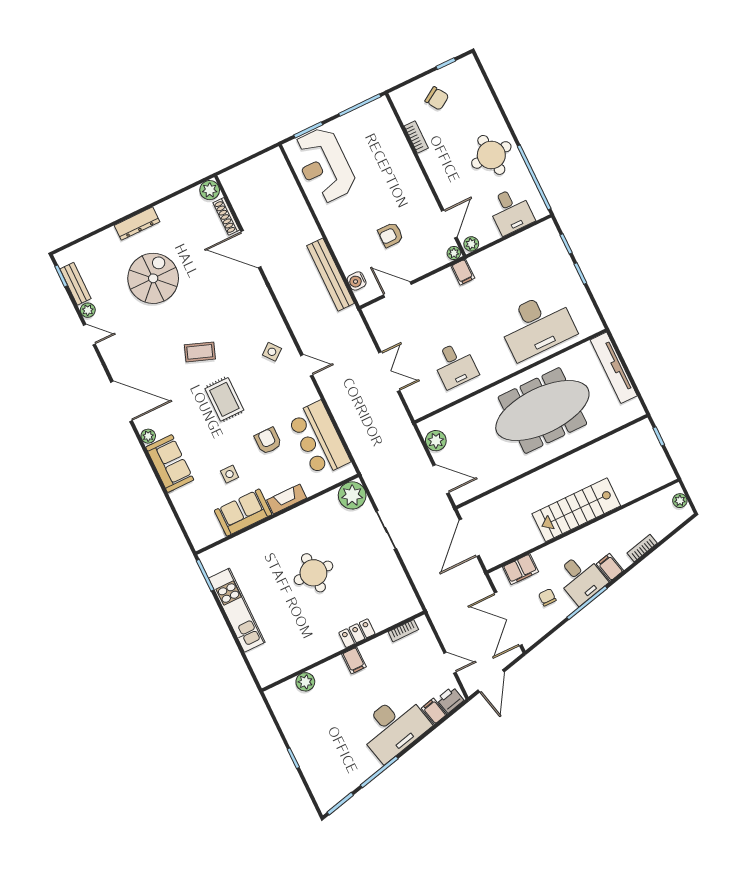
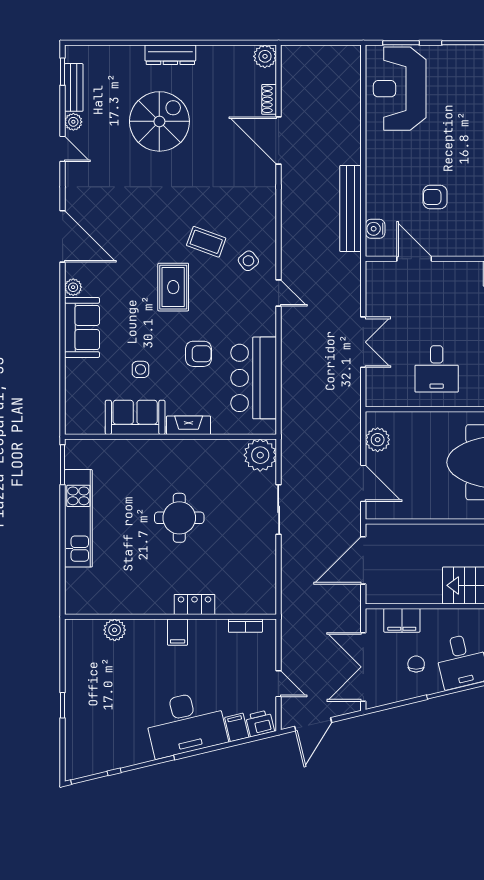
shoe rack: (226, 216) -> (269, 99), width x0.70
coffee table: (200, 352) -> (206, 242), moved
armchair: (268, 441) -> (199, 354), turned 90

